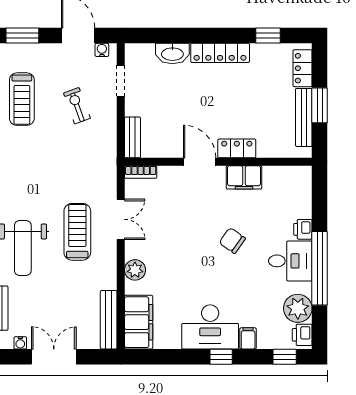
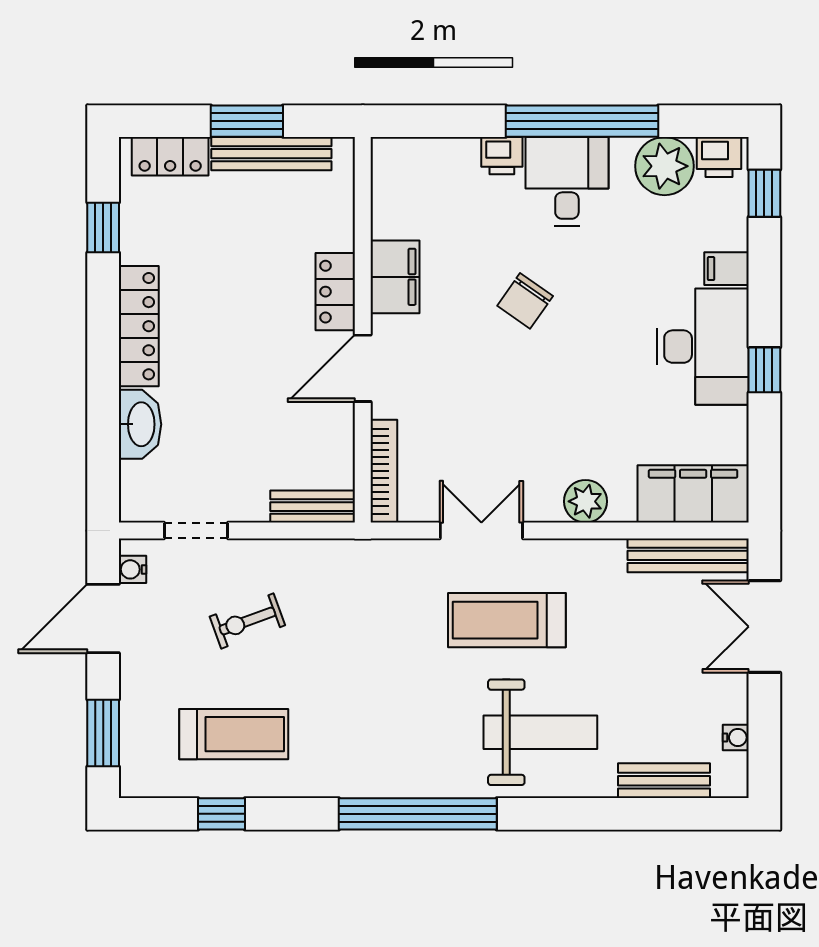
bookcase: (141, 172) -> (384, 471), width x1.56
double door: (54, 357) -> (764, 627), moved
window: (221, 357) -> (764, 370), moved

